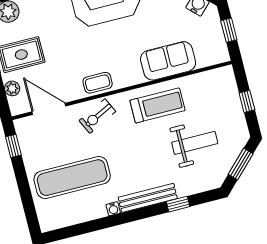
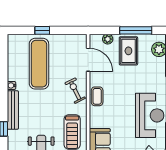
door: (49, 109) -> (88, 60), hinge flipped
window: (13, 146) -> (42, 30), moved

